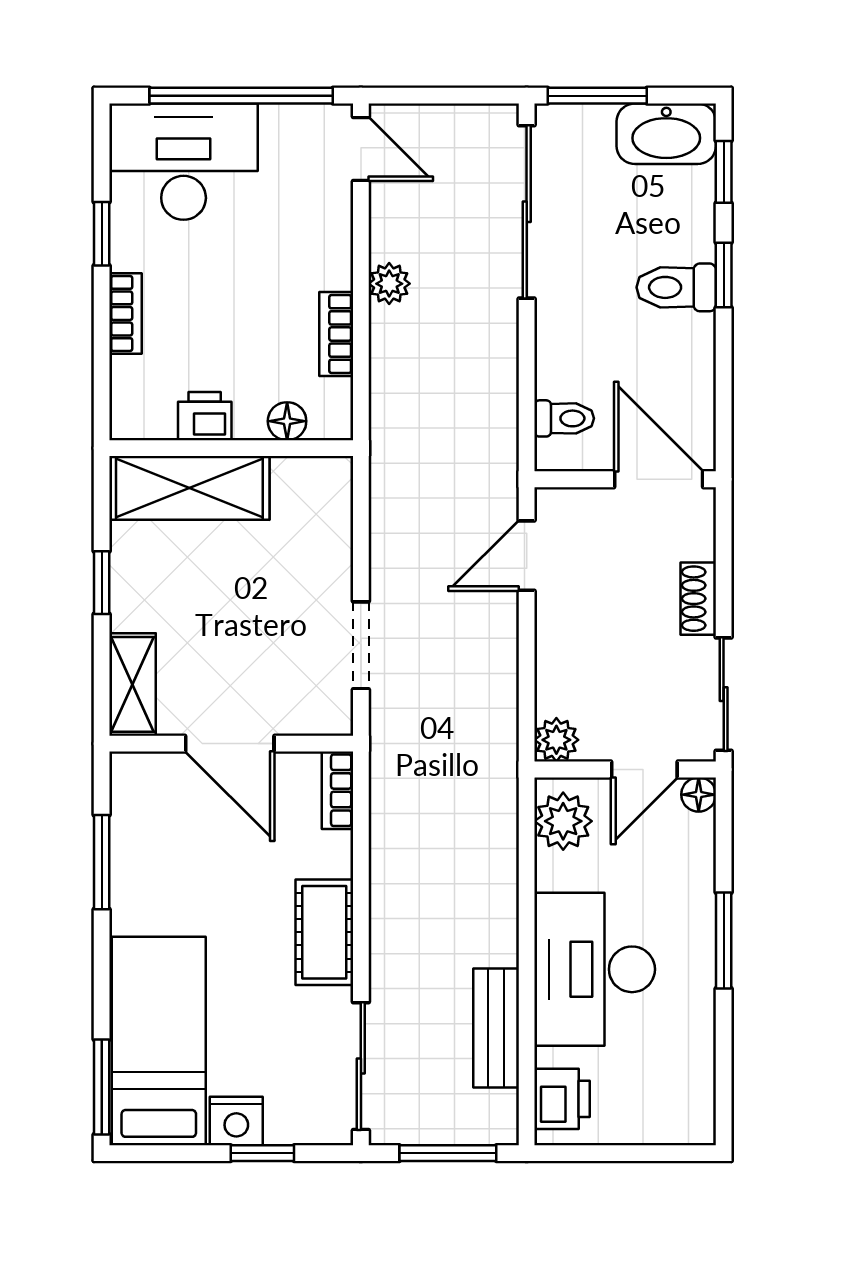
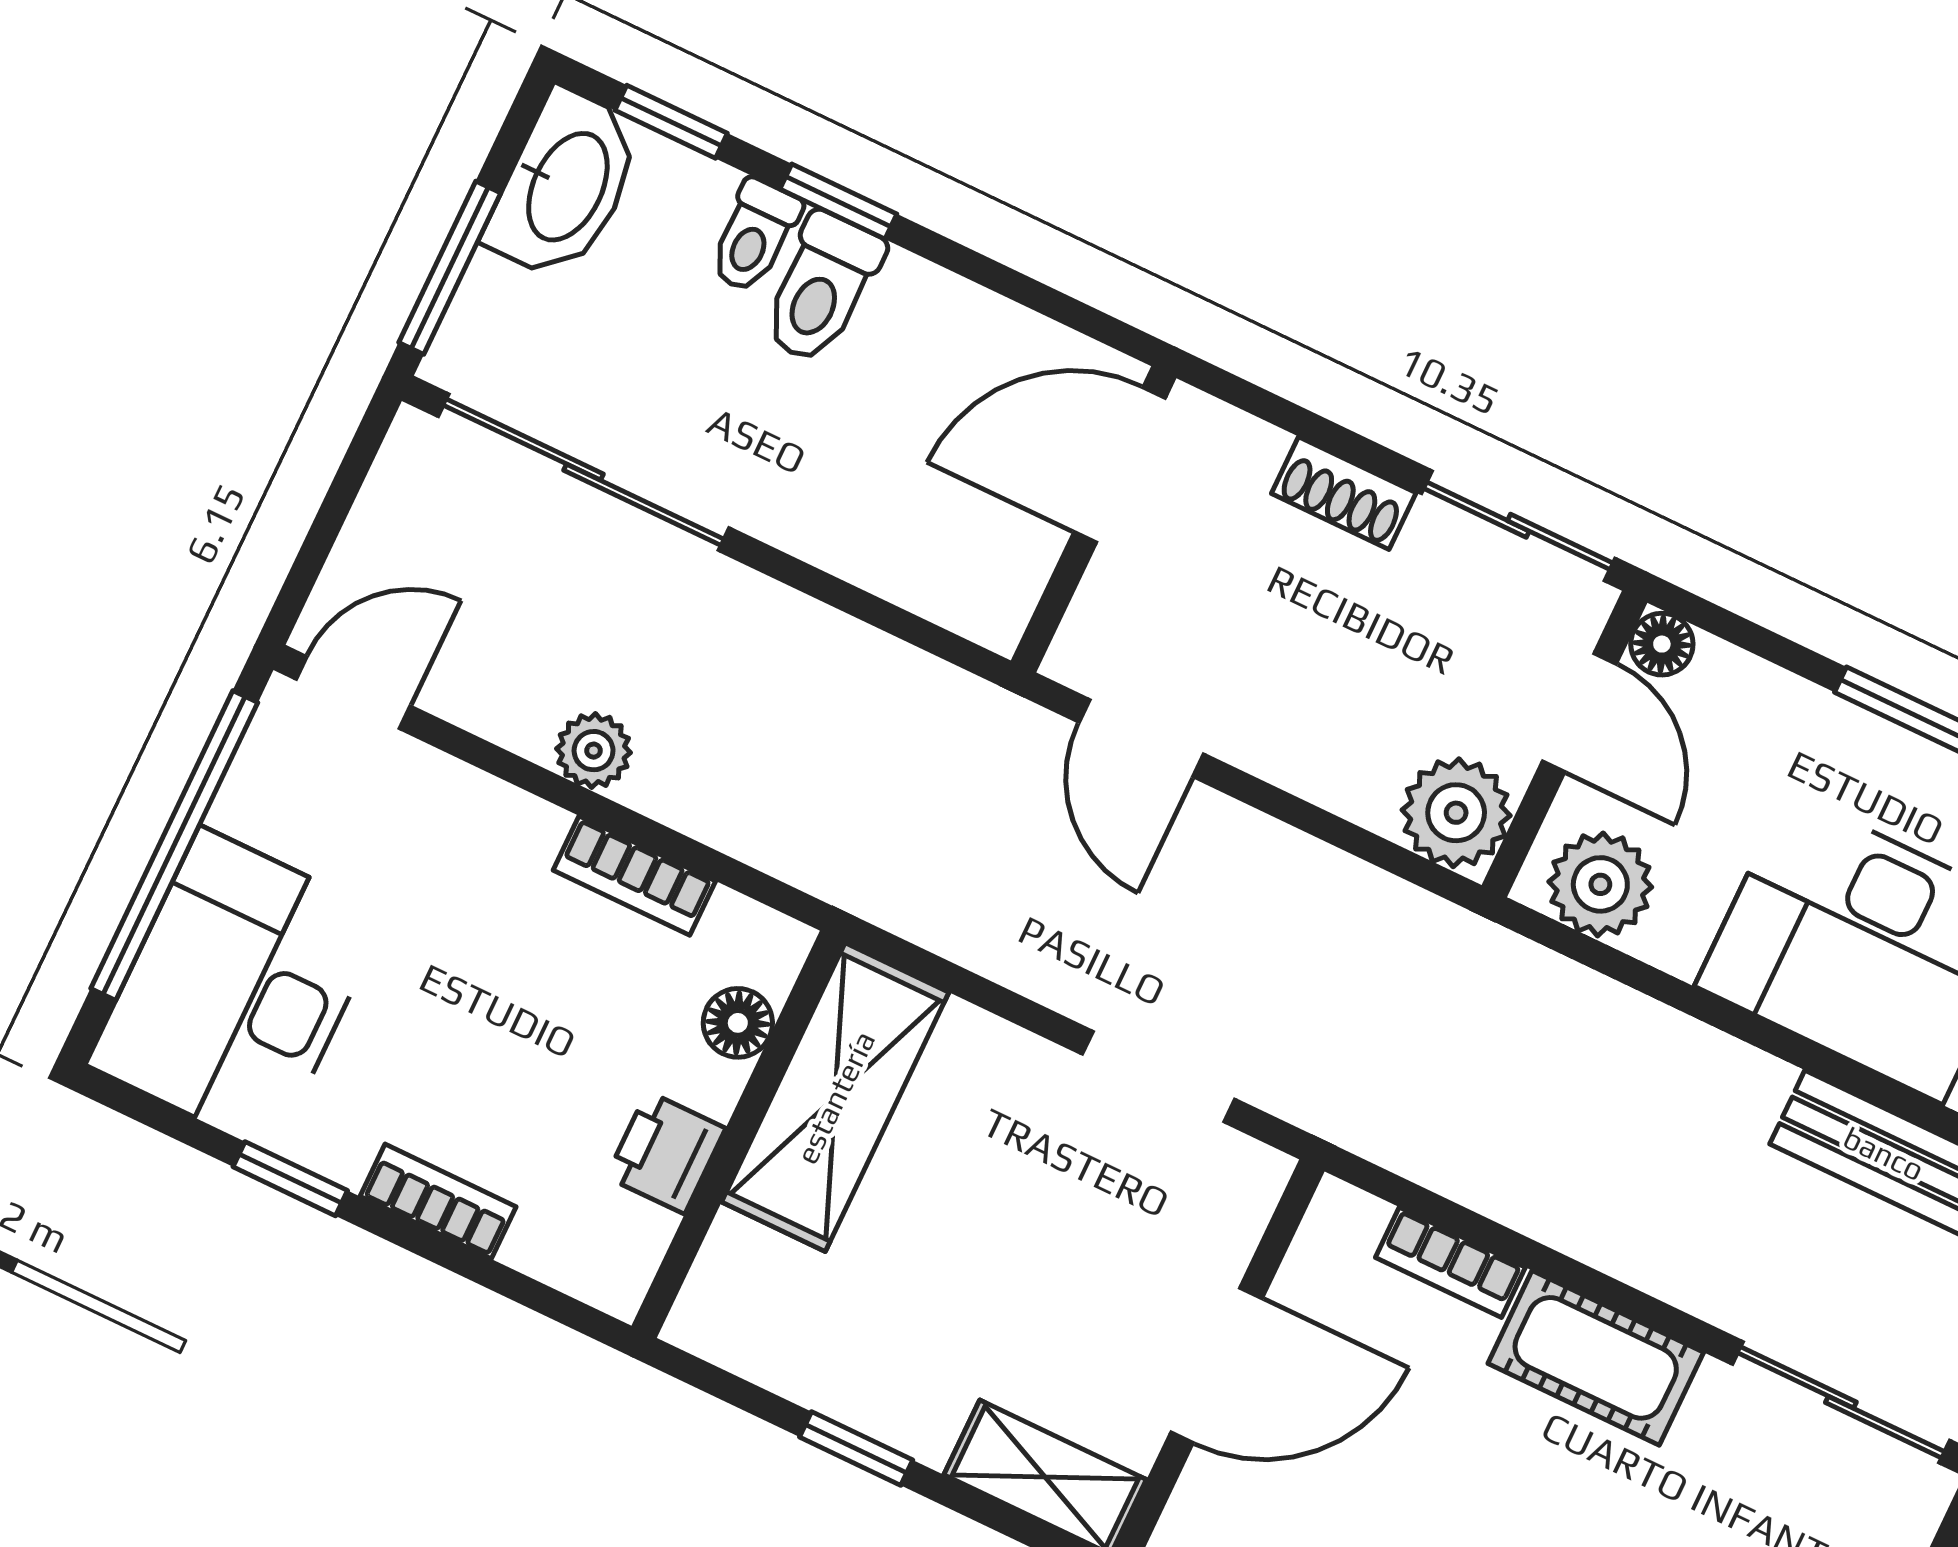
toilet: (564, 418) -> (754, 236), moved, turned 180
shelving: (189, 488) -> (835, 1097), moved
plant: (556, 740) -> (1456, 813), width x1.38, depth x1.38
bookcase: (337, 790) -> (1450, 1262), moved

